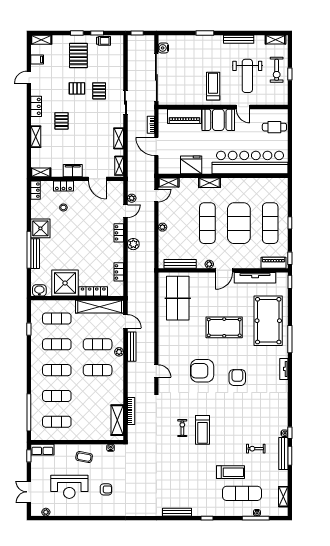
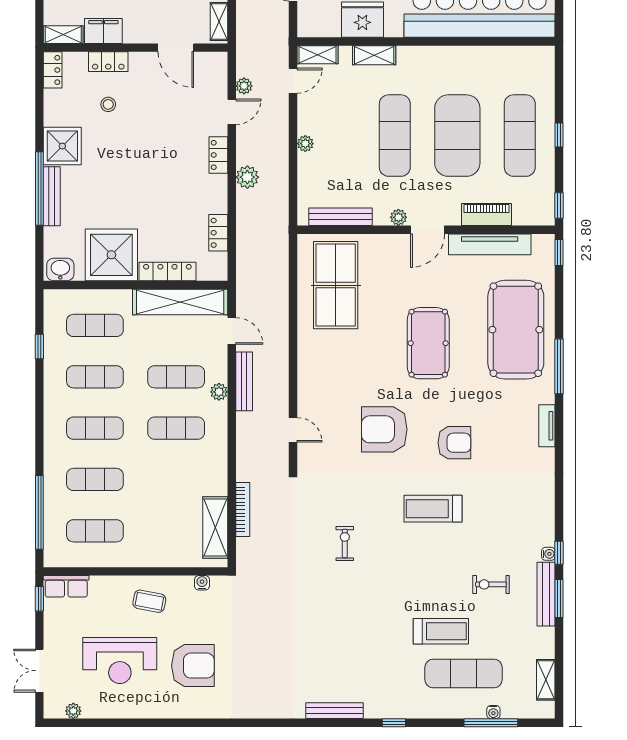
filing cabinet: (73, 171) -> (103, 31), moved
shelving: (209, 183) -> (374, 55), moved
piano: (273, 263) -> (486, 214), moved
pool table: (224, 327) -> (428, 343), turned 90
armchair: (237, 377) -> (454, 443), turned 90
treadmill: (202, 430) -> (433, 509), moved, turned 90
armchair: (106, 489) -> (193, 666), width x1.88, depth x1.88

